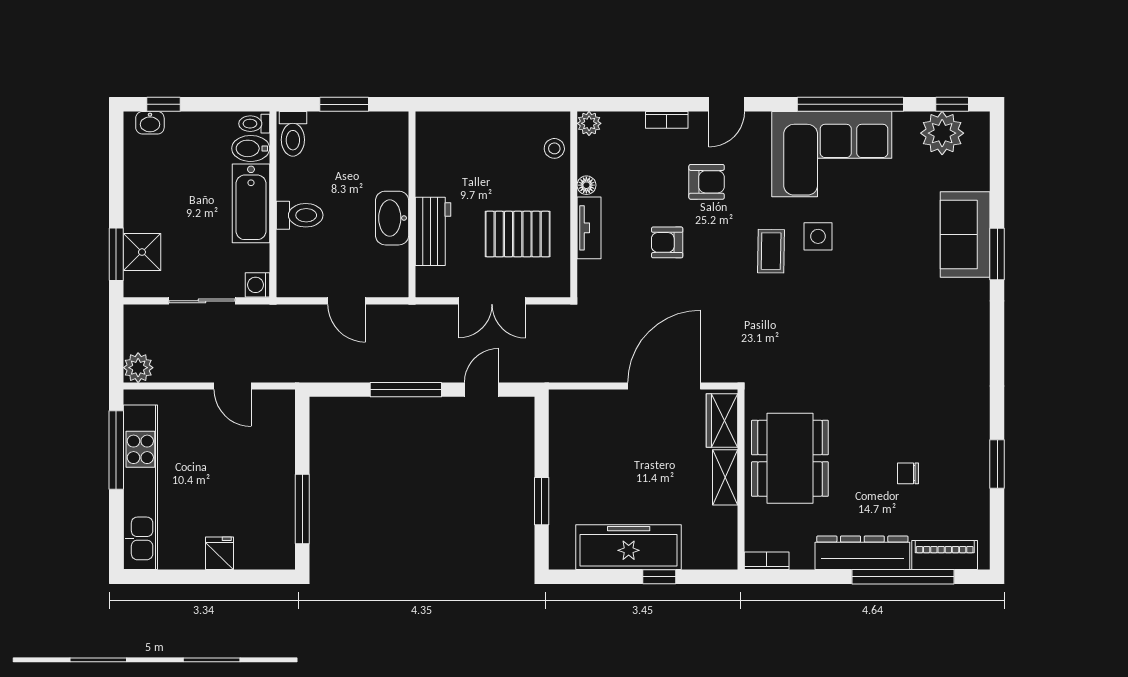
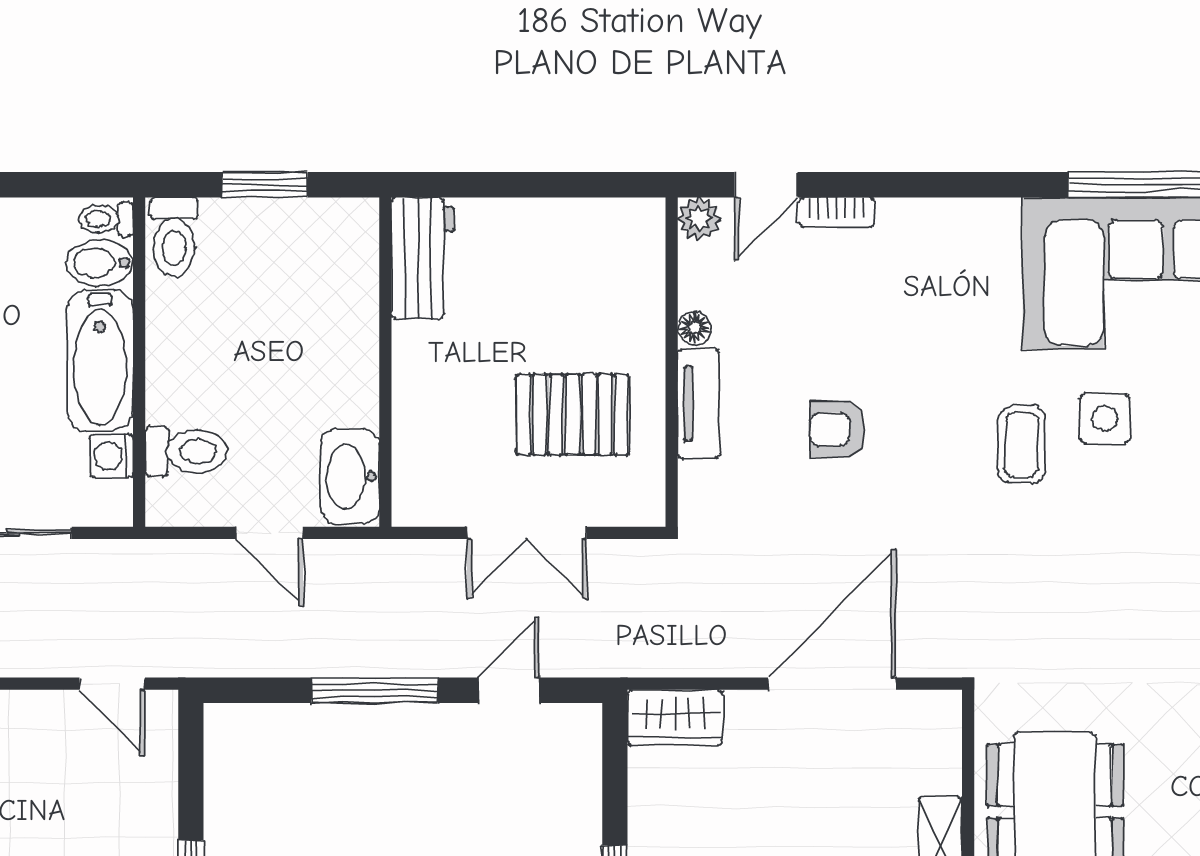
door: (727, 104) -> (766, 185), moved
stool: (554, 148) -> (637, 263), removed
armchair: (707, 182) -> (907, 322), removed
toilet: (300, 215) -> (186, 451), moved
washbasin: (392, 218) -> (350, 477), moved
workbench: (433, 231) -> (423, 258), moved
washing machine: (257, 285) -> (111, 456), moved
door: (232, 386) -> (112, 684), moved
wardrobe: (722, 421) -> (675, 717), moved, turned -90

